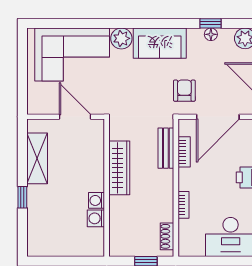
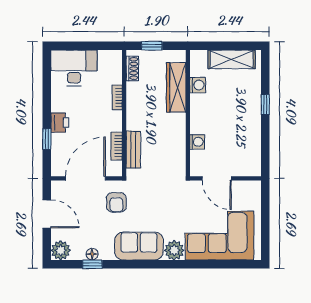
shelving: (37, 158) -> (232, 59), moved, turned 90
wardrobe: (119, 168) -> (176, 87), moved
washing machine: (96, 200) -> (197, 142), moved

